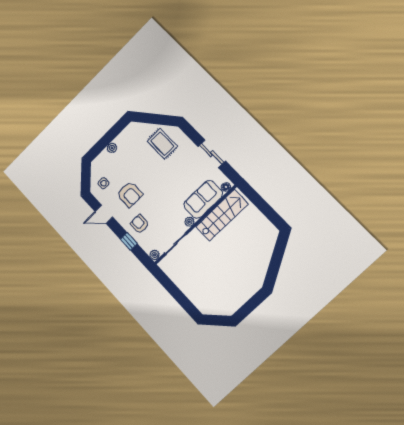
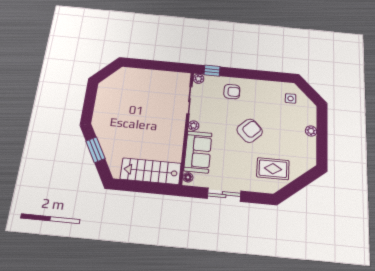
armchair: (130, 194) -> (250, 131), moved, turned 136
door: (104, 214) -> (267, 76), removed
stairs: (222, 215) -> (151, 171), moved, turned 90
window: (129, 241) -> (212, 71), moved
window: (275, 264) -> (95, 150), added

